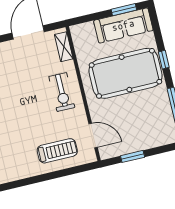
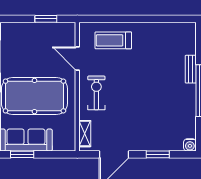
door: (93, 136) -> (77, 58), moved

